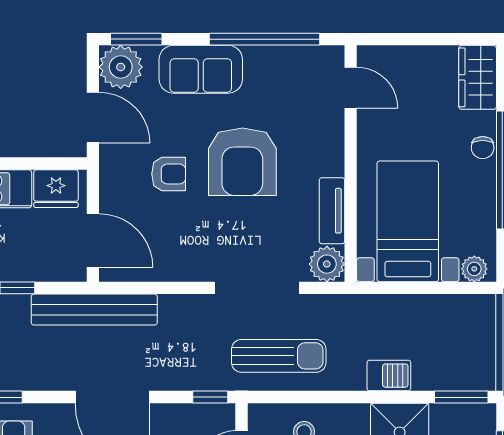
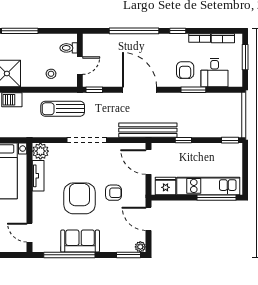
plant: (121, 67) -> (140, 247), width x0.53, depth x0.53
sofa: (201, 69) -> (80, 241), moved
armchair: (169, 174) -> (113, 193), turned 180
doorway: (257, 288) -> (87, 140), moved

